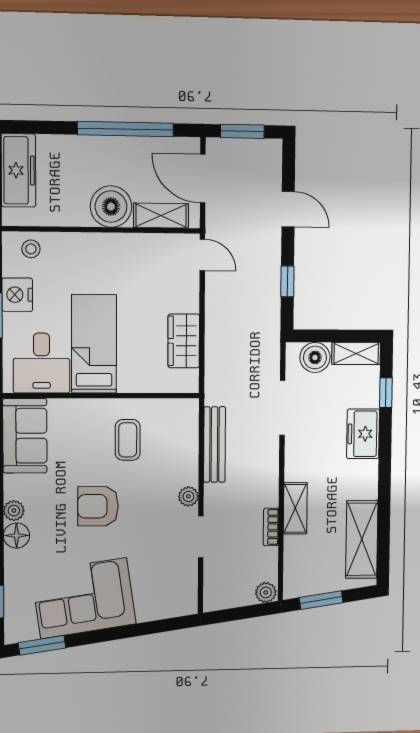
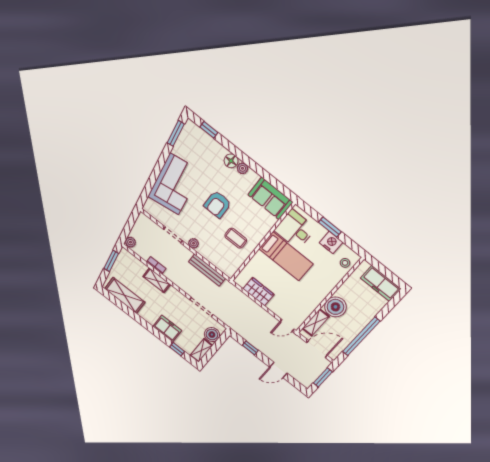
armchair: (98, 506) -> (217, 204), turned 180
corner sofa: (84, 598) -> (174, 184), moved

